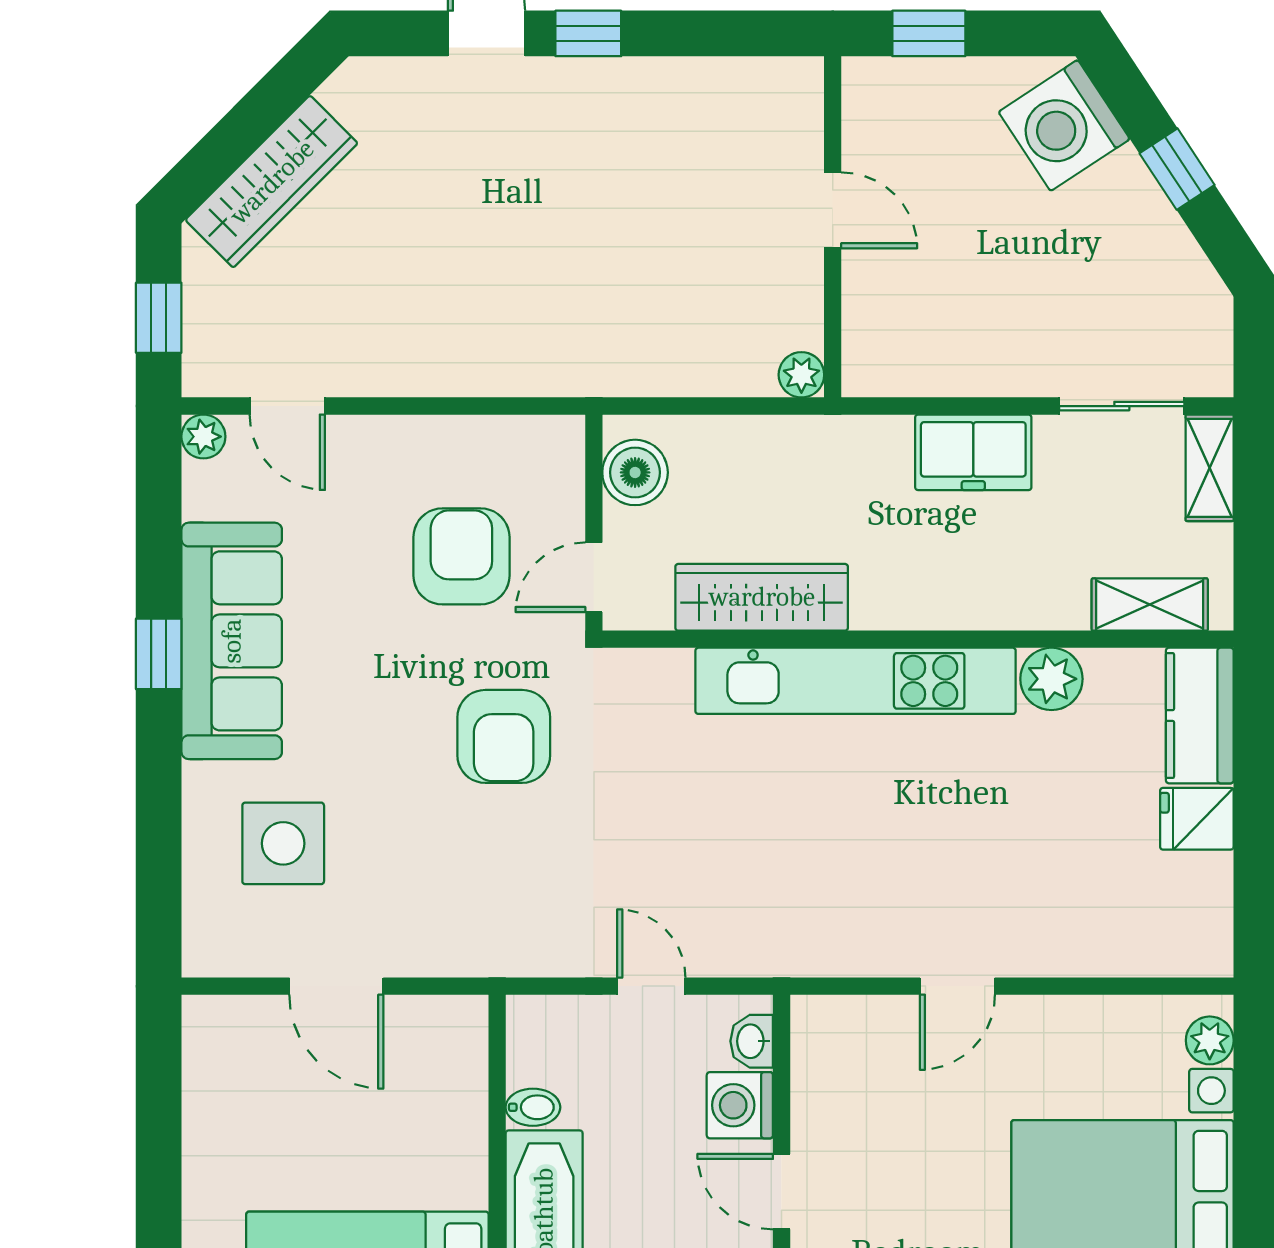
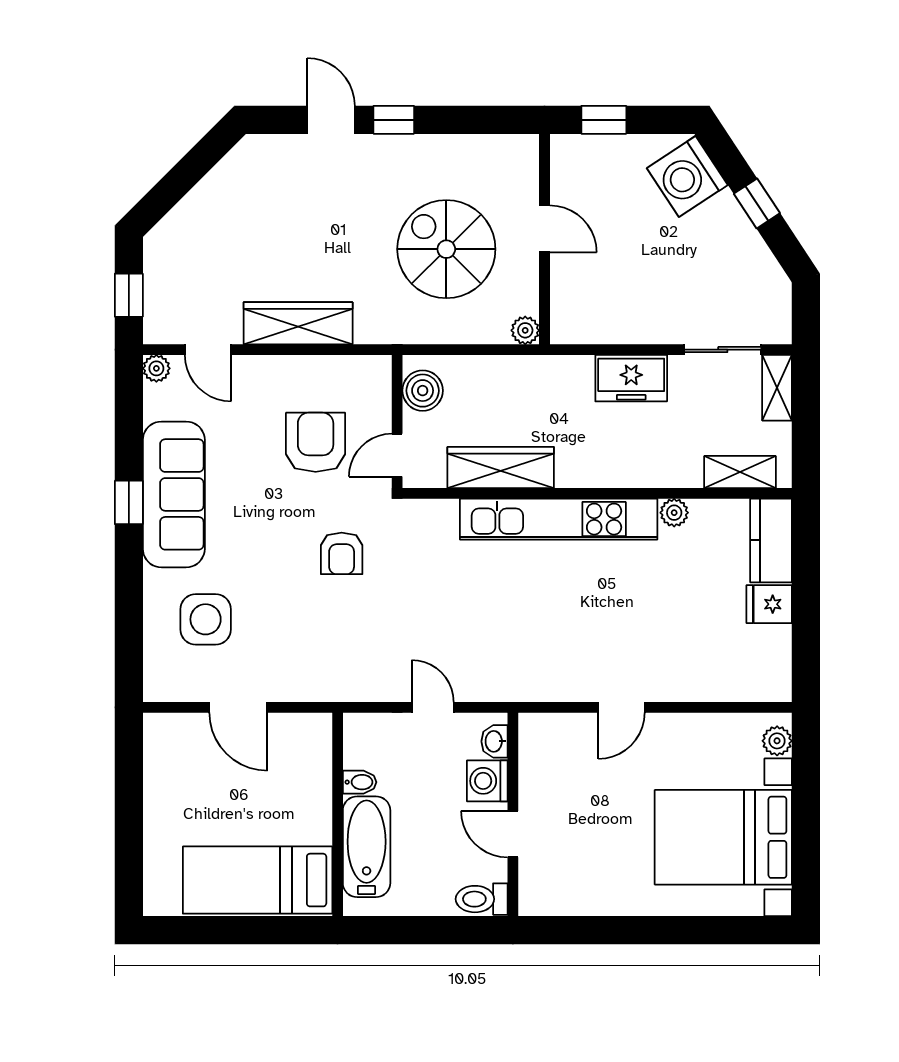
wardrobe: (272, 182) -> (298, 323), moved, turned -135
spiral stairs: (674, 243) -> (446, 249), added
plant: (1051, 679) -> (674, 513), width x0.73, depth x0.73
armchair: (504, 736) -> (342, 553), width x0.72, depth x0.72

